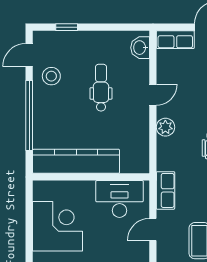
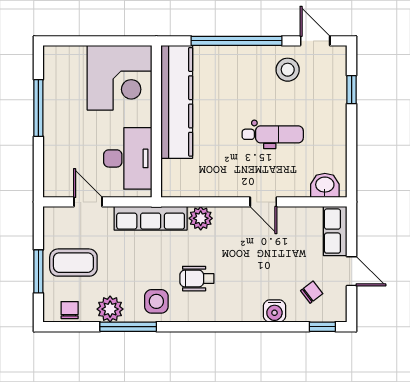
plant: (165, 127) -> (201, 218), moved
row of seats: (165, 190) -> (151, 218), width x1.48
corner desk: (57, 226) -> (120, 78), moved

